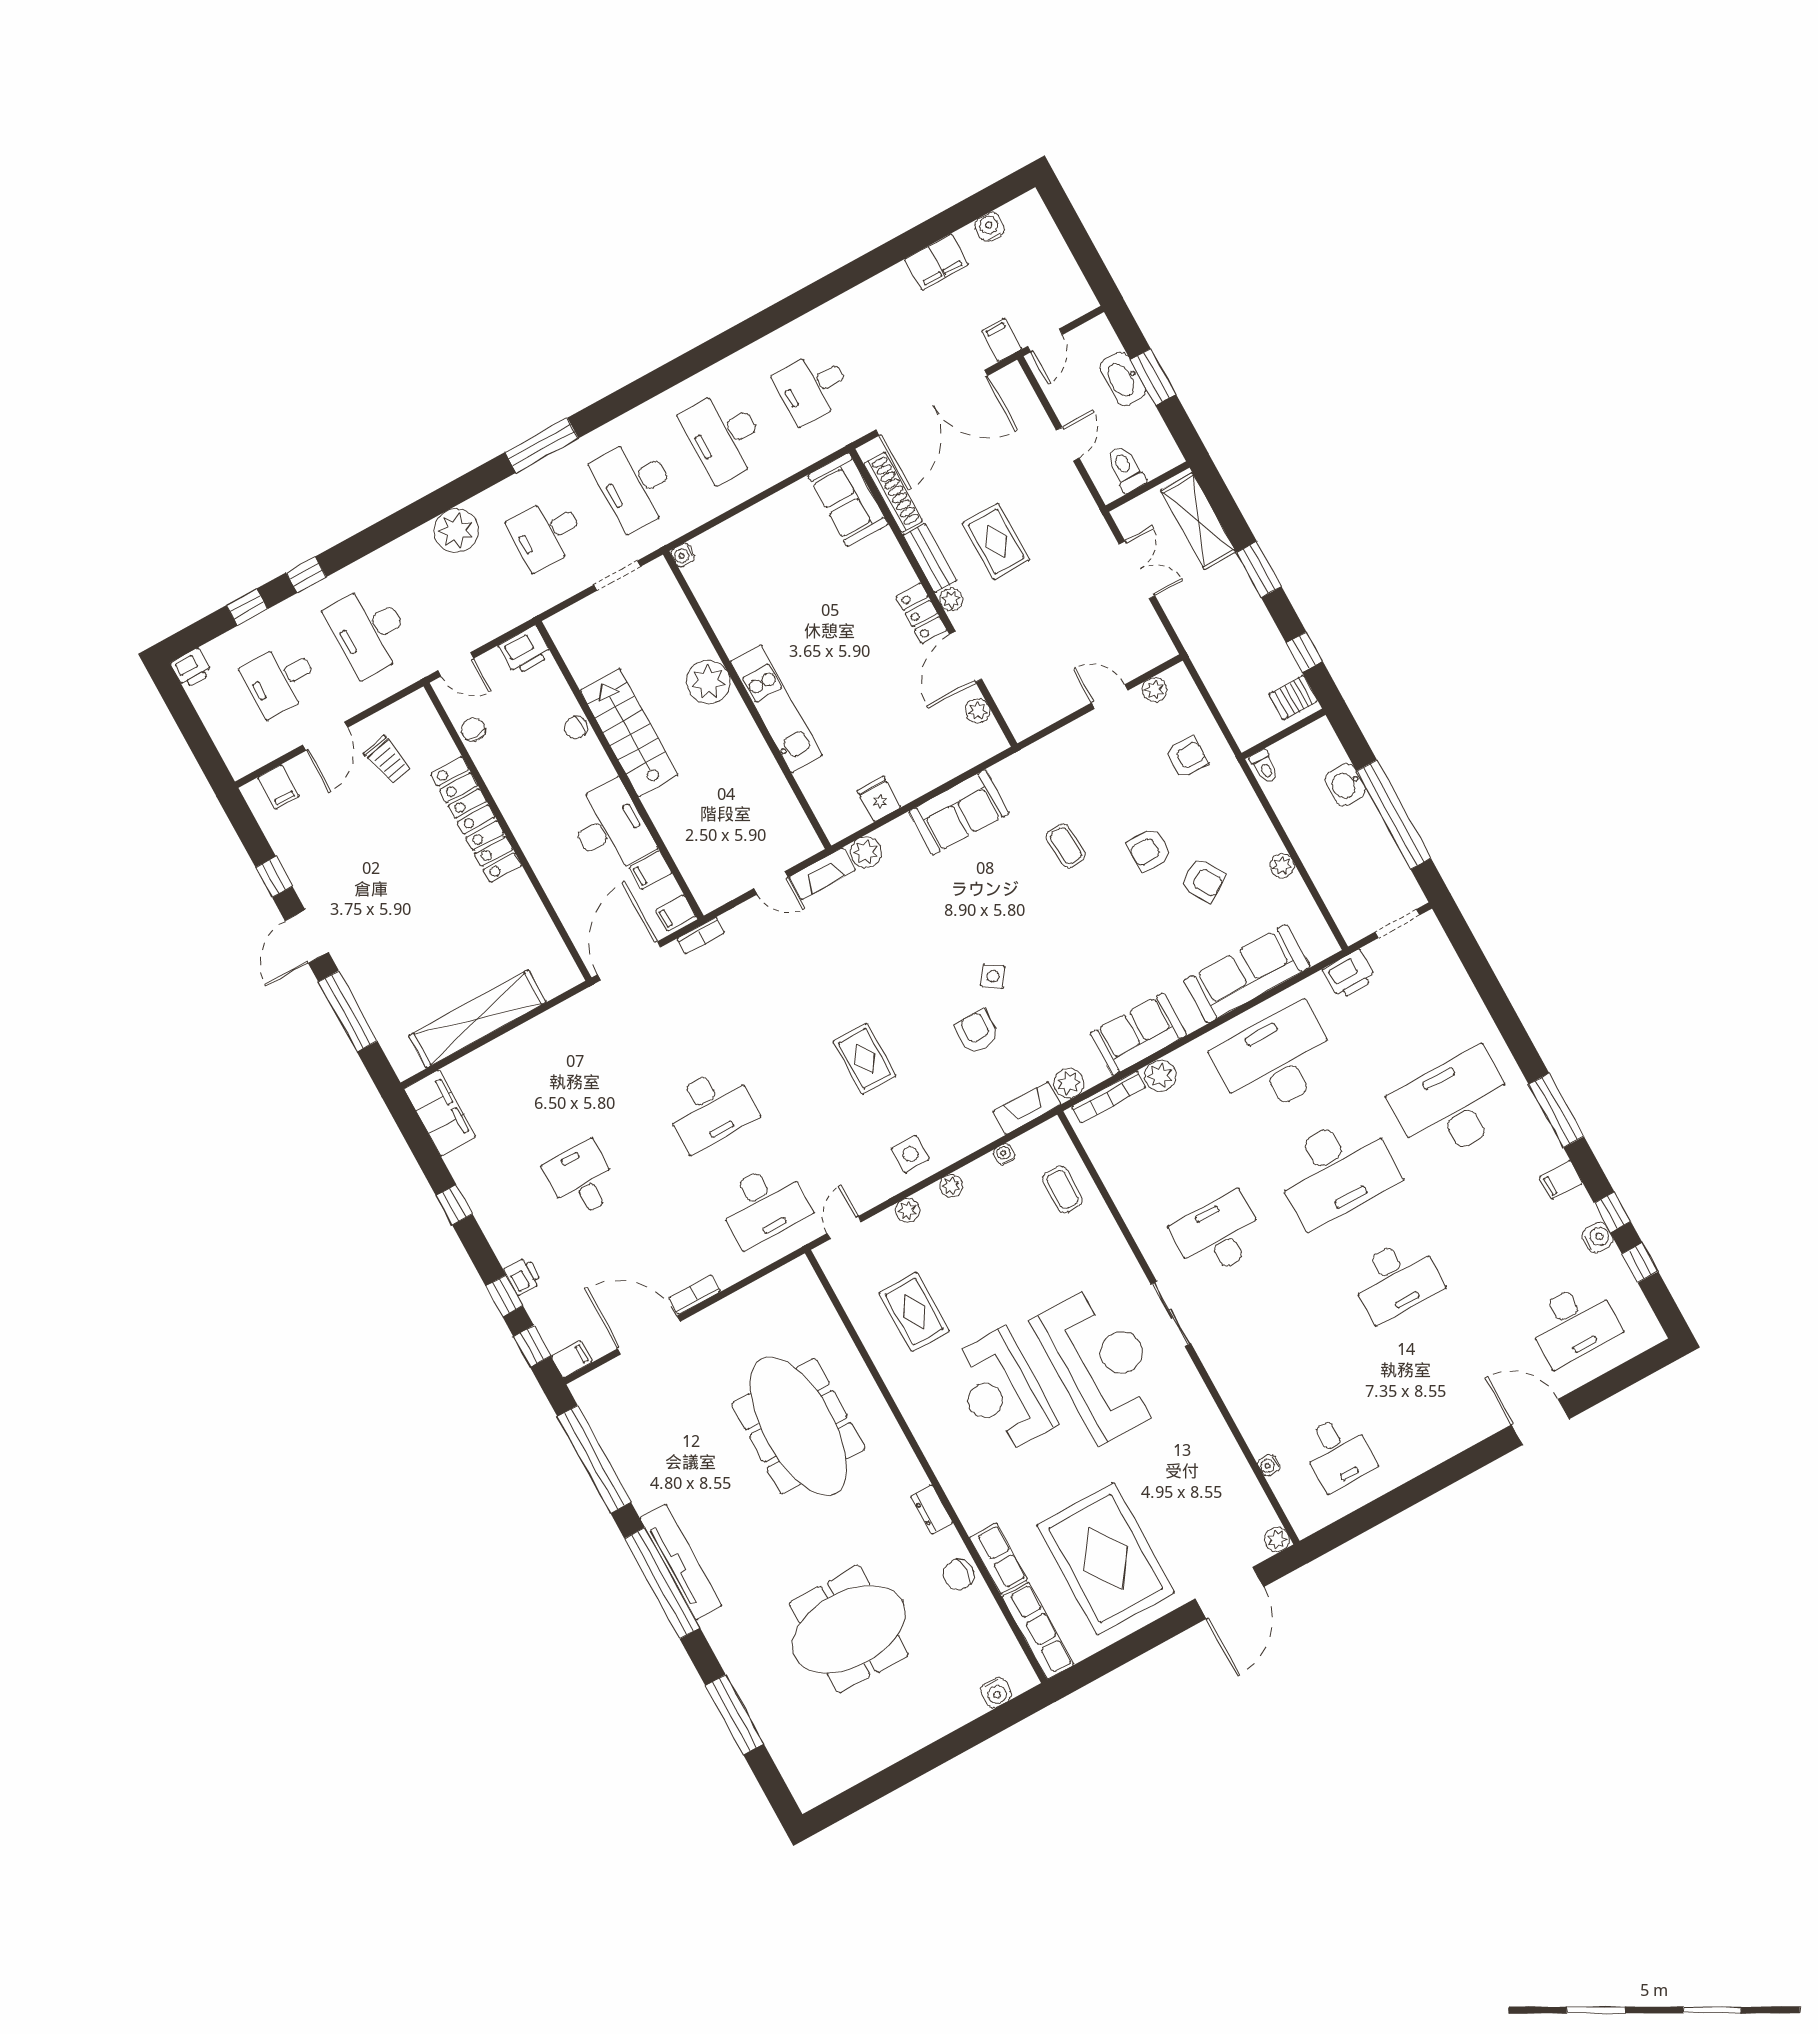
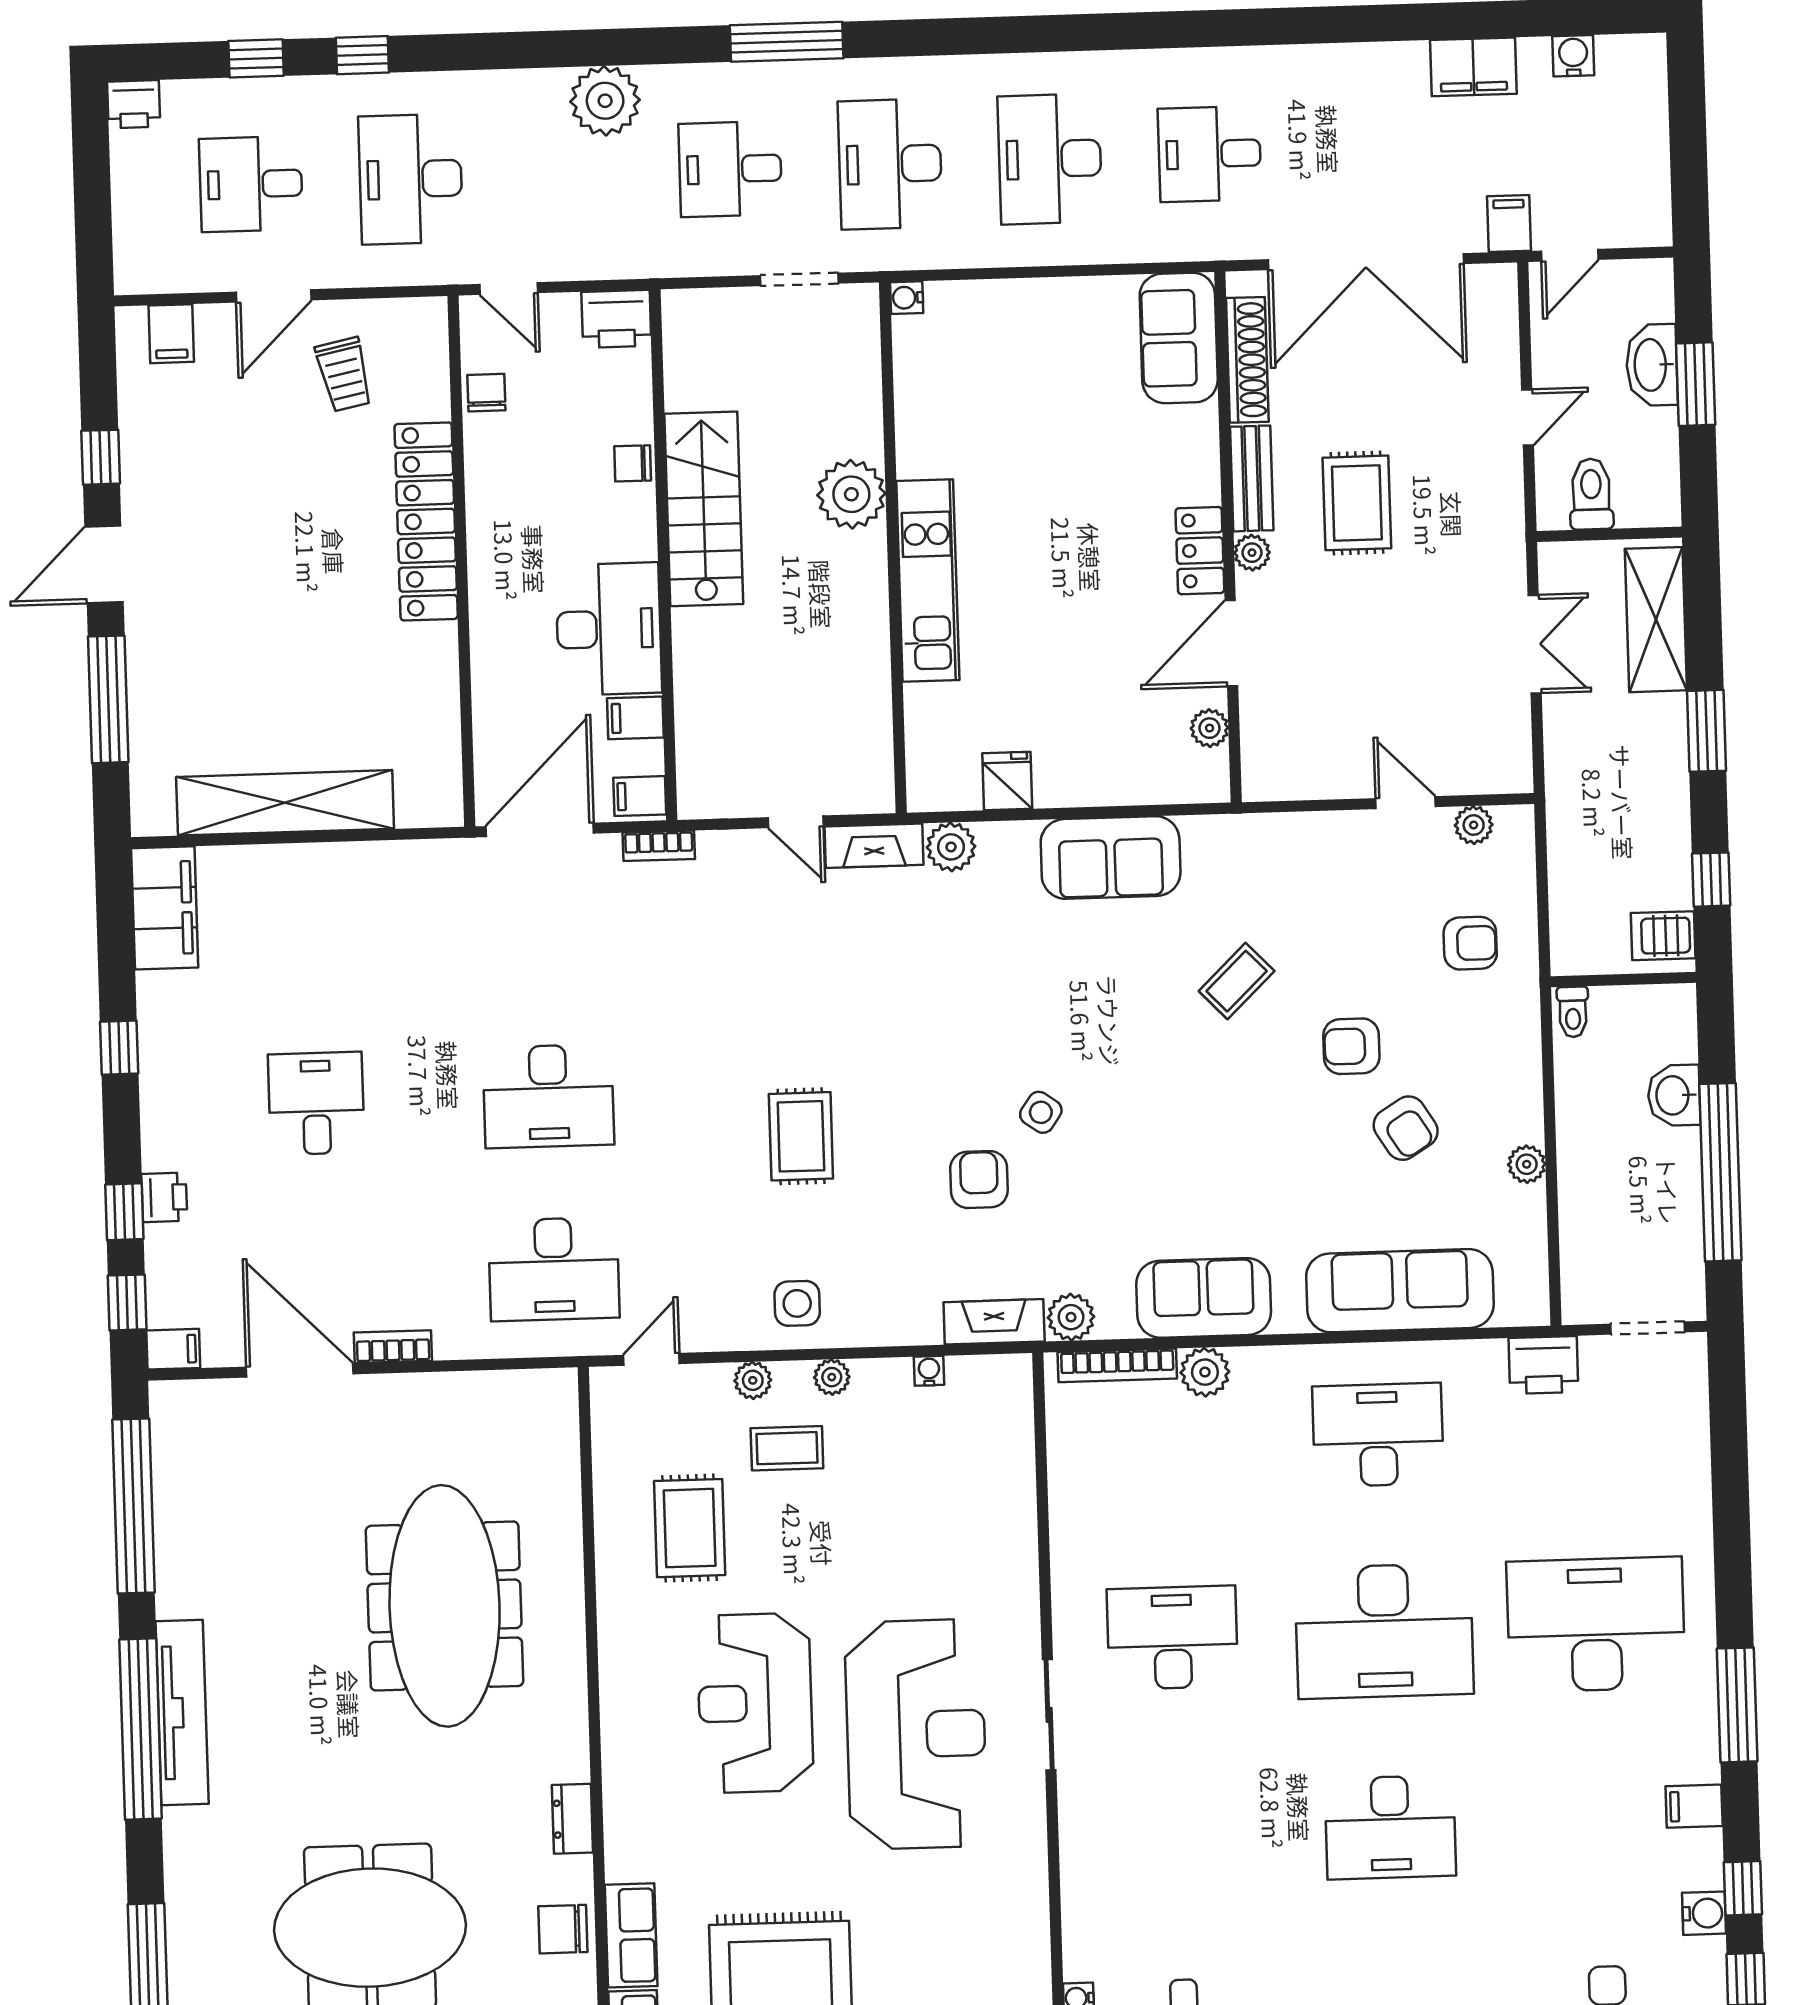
coffee table: (1066, 846) -> (1237, 981), turned 50
desk: (1276, 1061) -> (1378, 1435), width x0.73, depth x0.77
coffee table: (1062, 1189) -> (787, 1448), moved, turned 90

